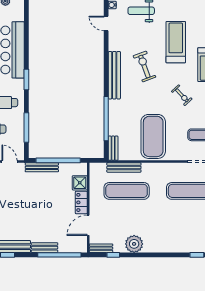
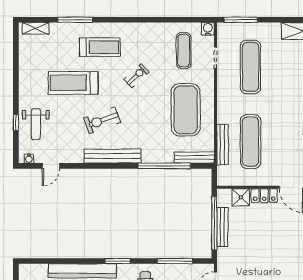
exercise mat: (153, 136) -> (186, 110), turned 90
bench: (113, 148) -> (194, 158), width x1.36
bench: (42, 167) -> (222, 227), moved

